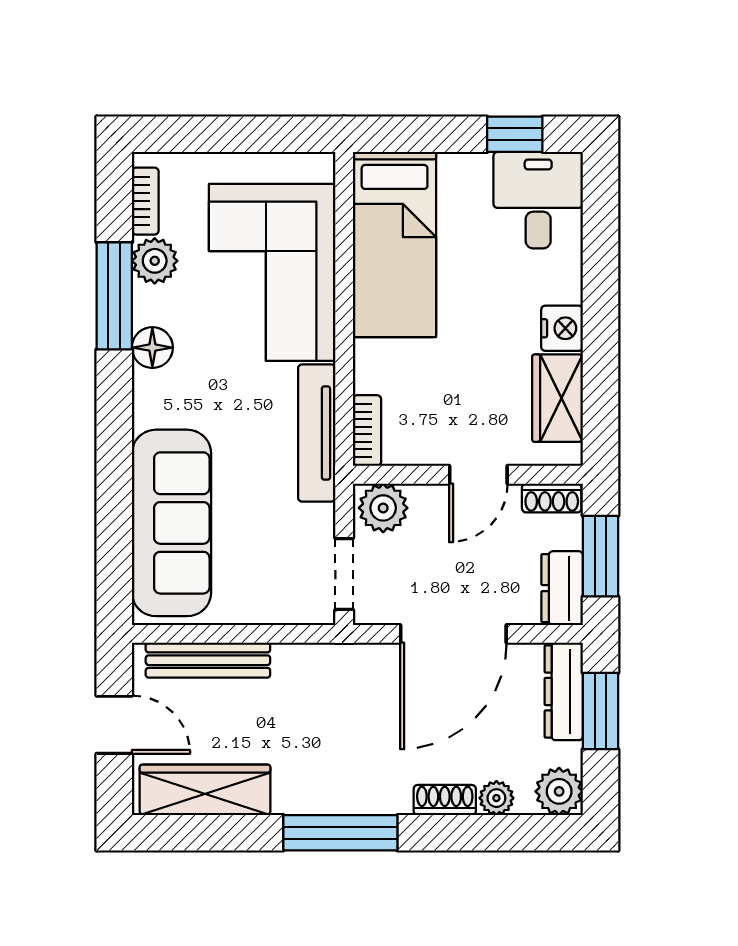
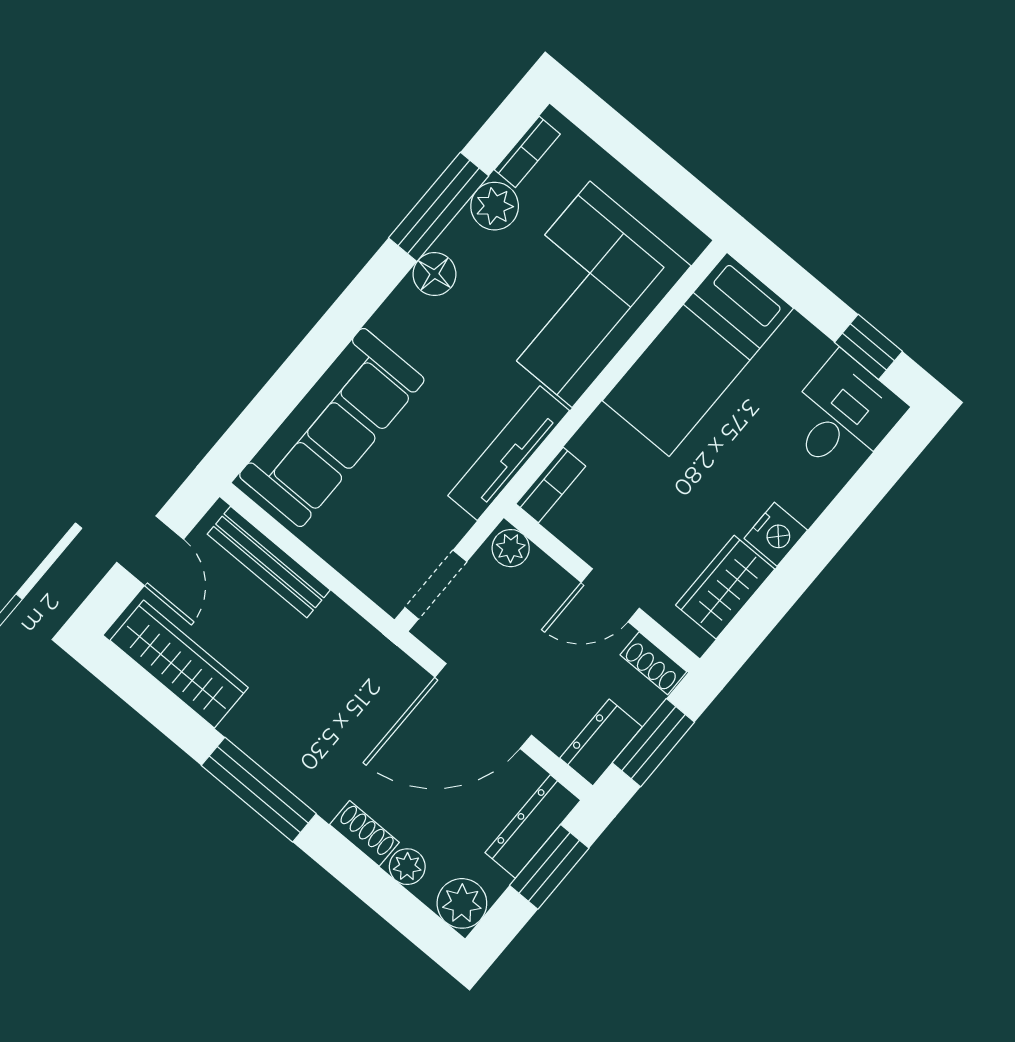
plant: (383, 508) -> (511, 548), width x0.73, depth x0.73

